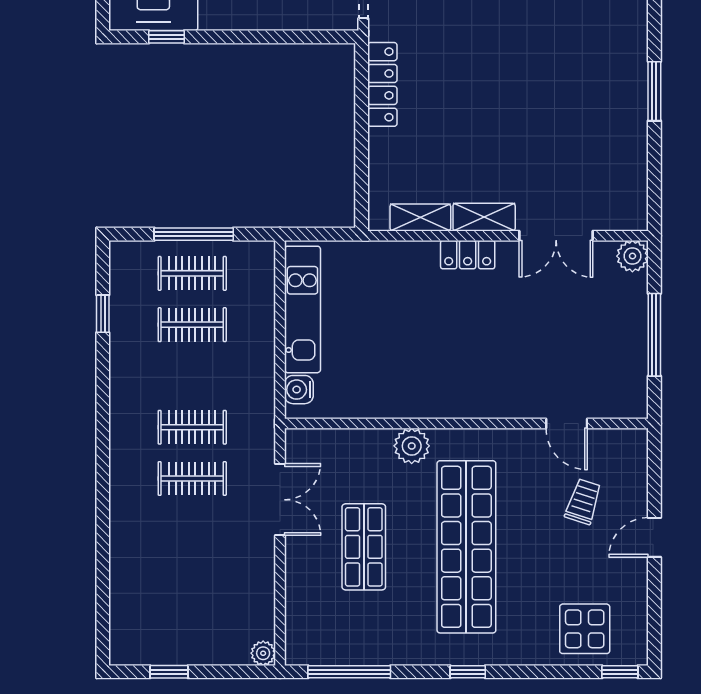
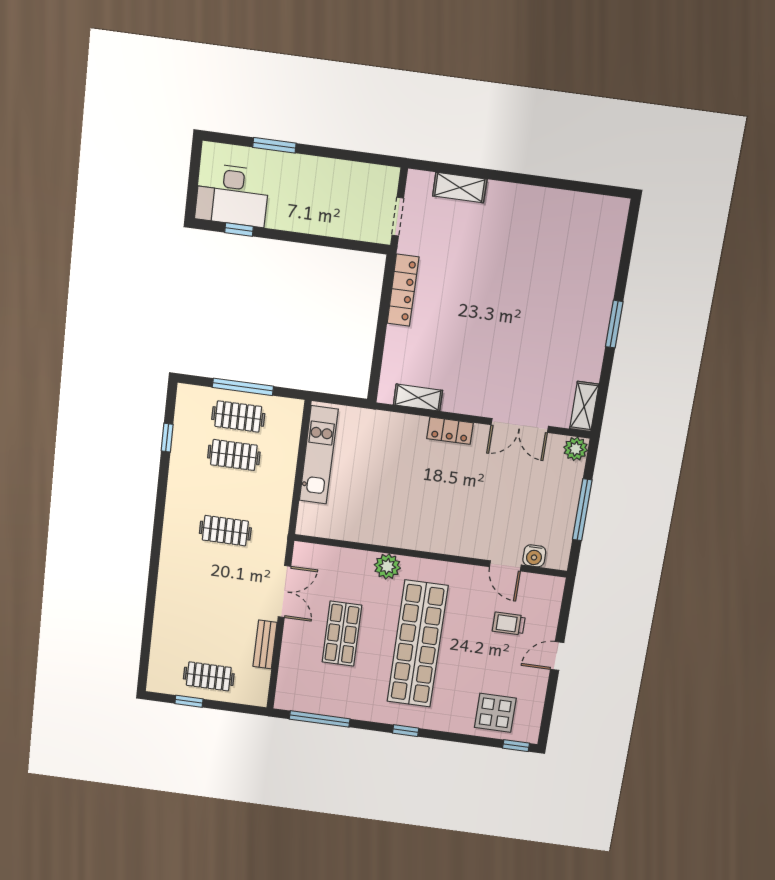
shelving: (484, 217) -> (584, 406), moved, turned 90
water cooler: (299, 390) -> (534, 556), moved, turned -90
clothes rail: (192, 479) -> (209, 676), moved
trolley: (583, 502) -> (509, 624), turned -108
bench: (263, 576) -> (265, 644), added
plant: (263, 653) -> (259, 698), removed

